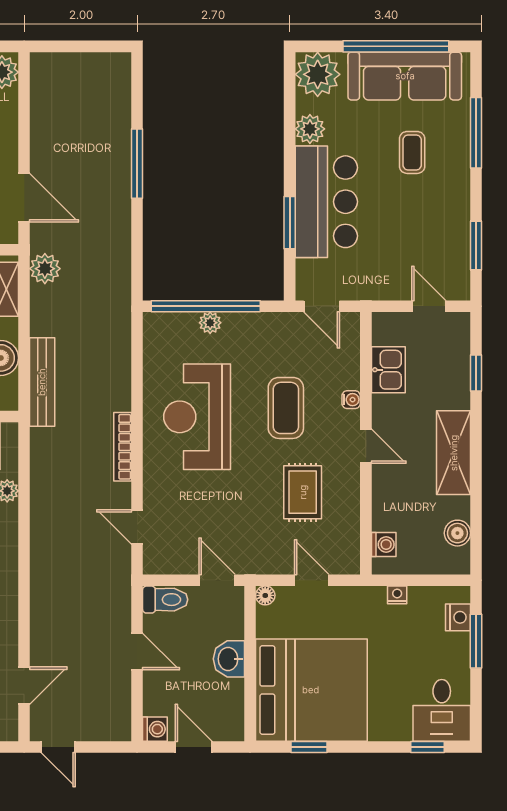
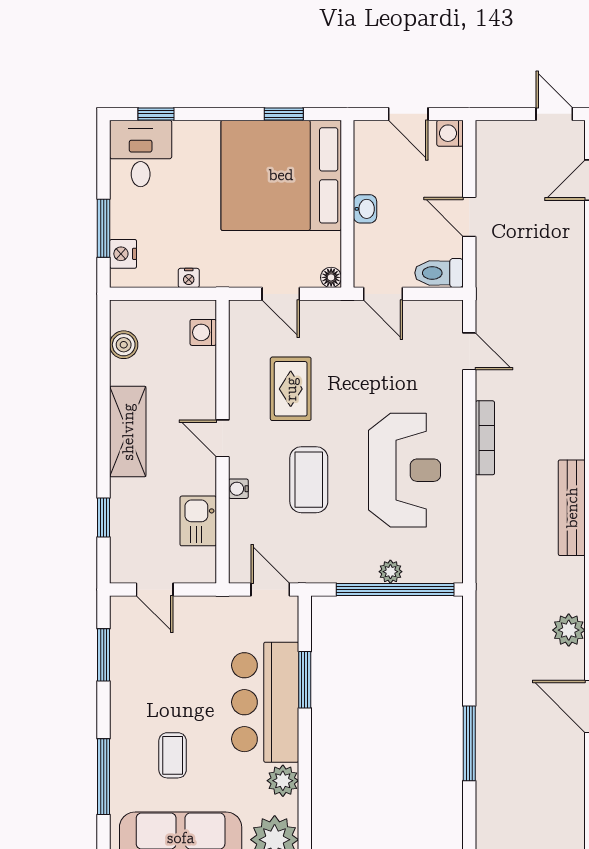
washbasin: (229, 659) -> (365, 209), width x0.72, depth x0.69

